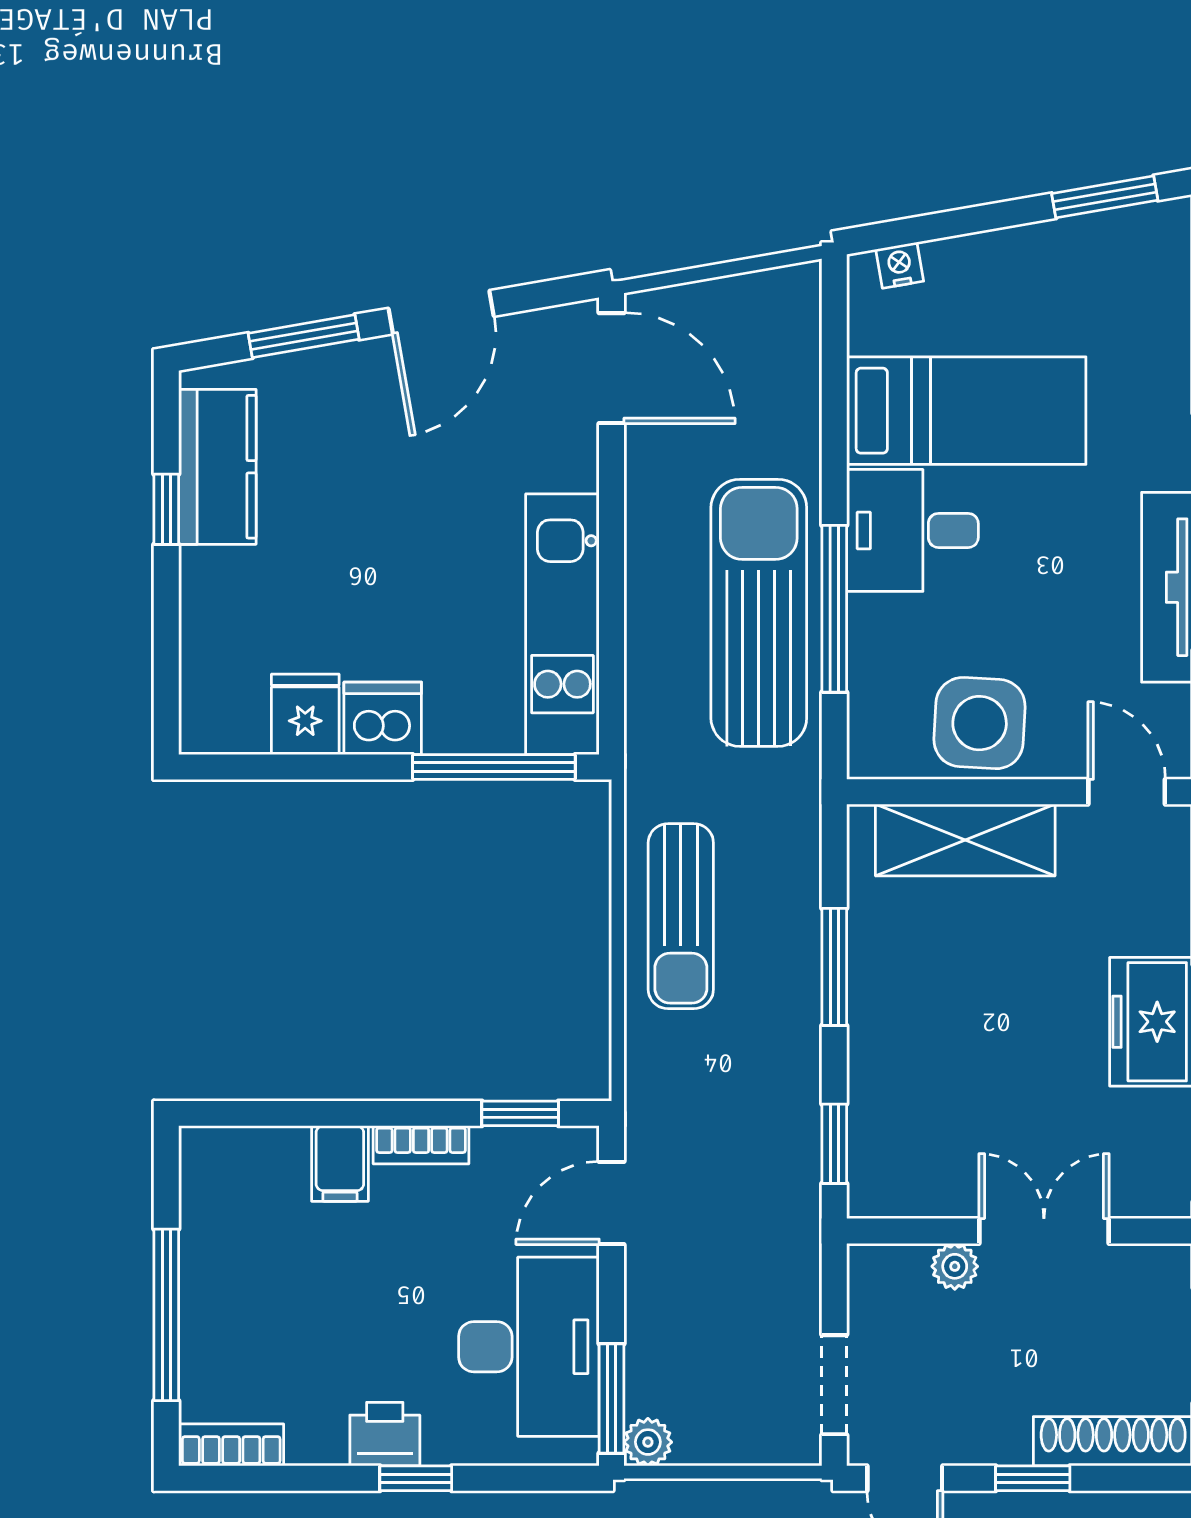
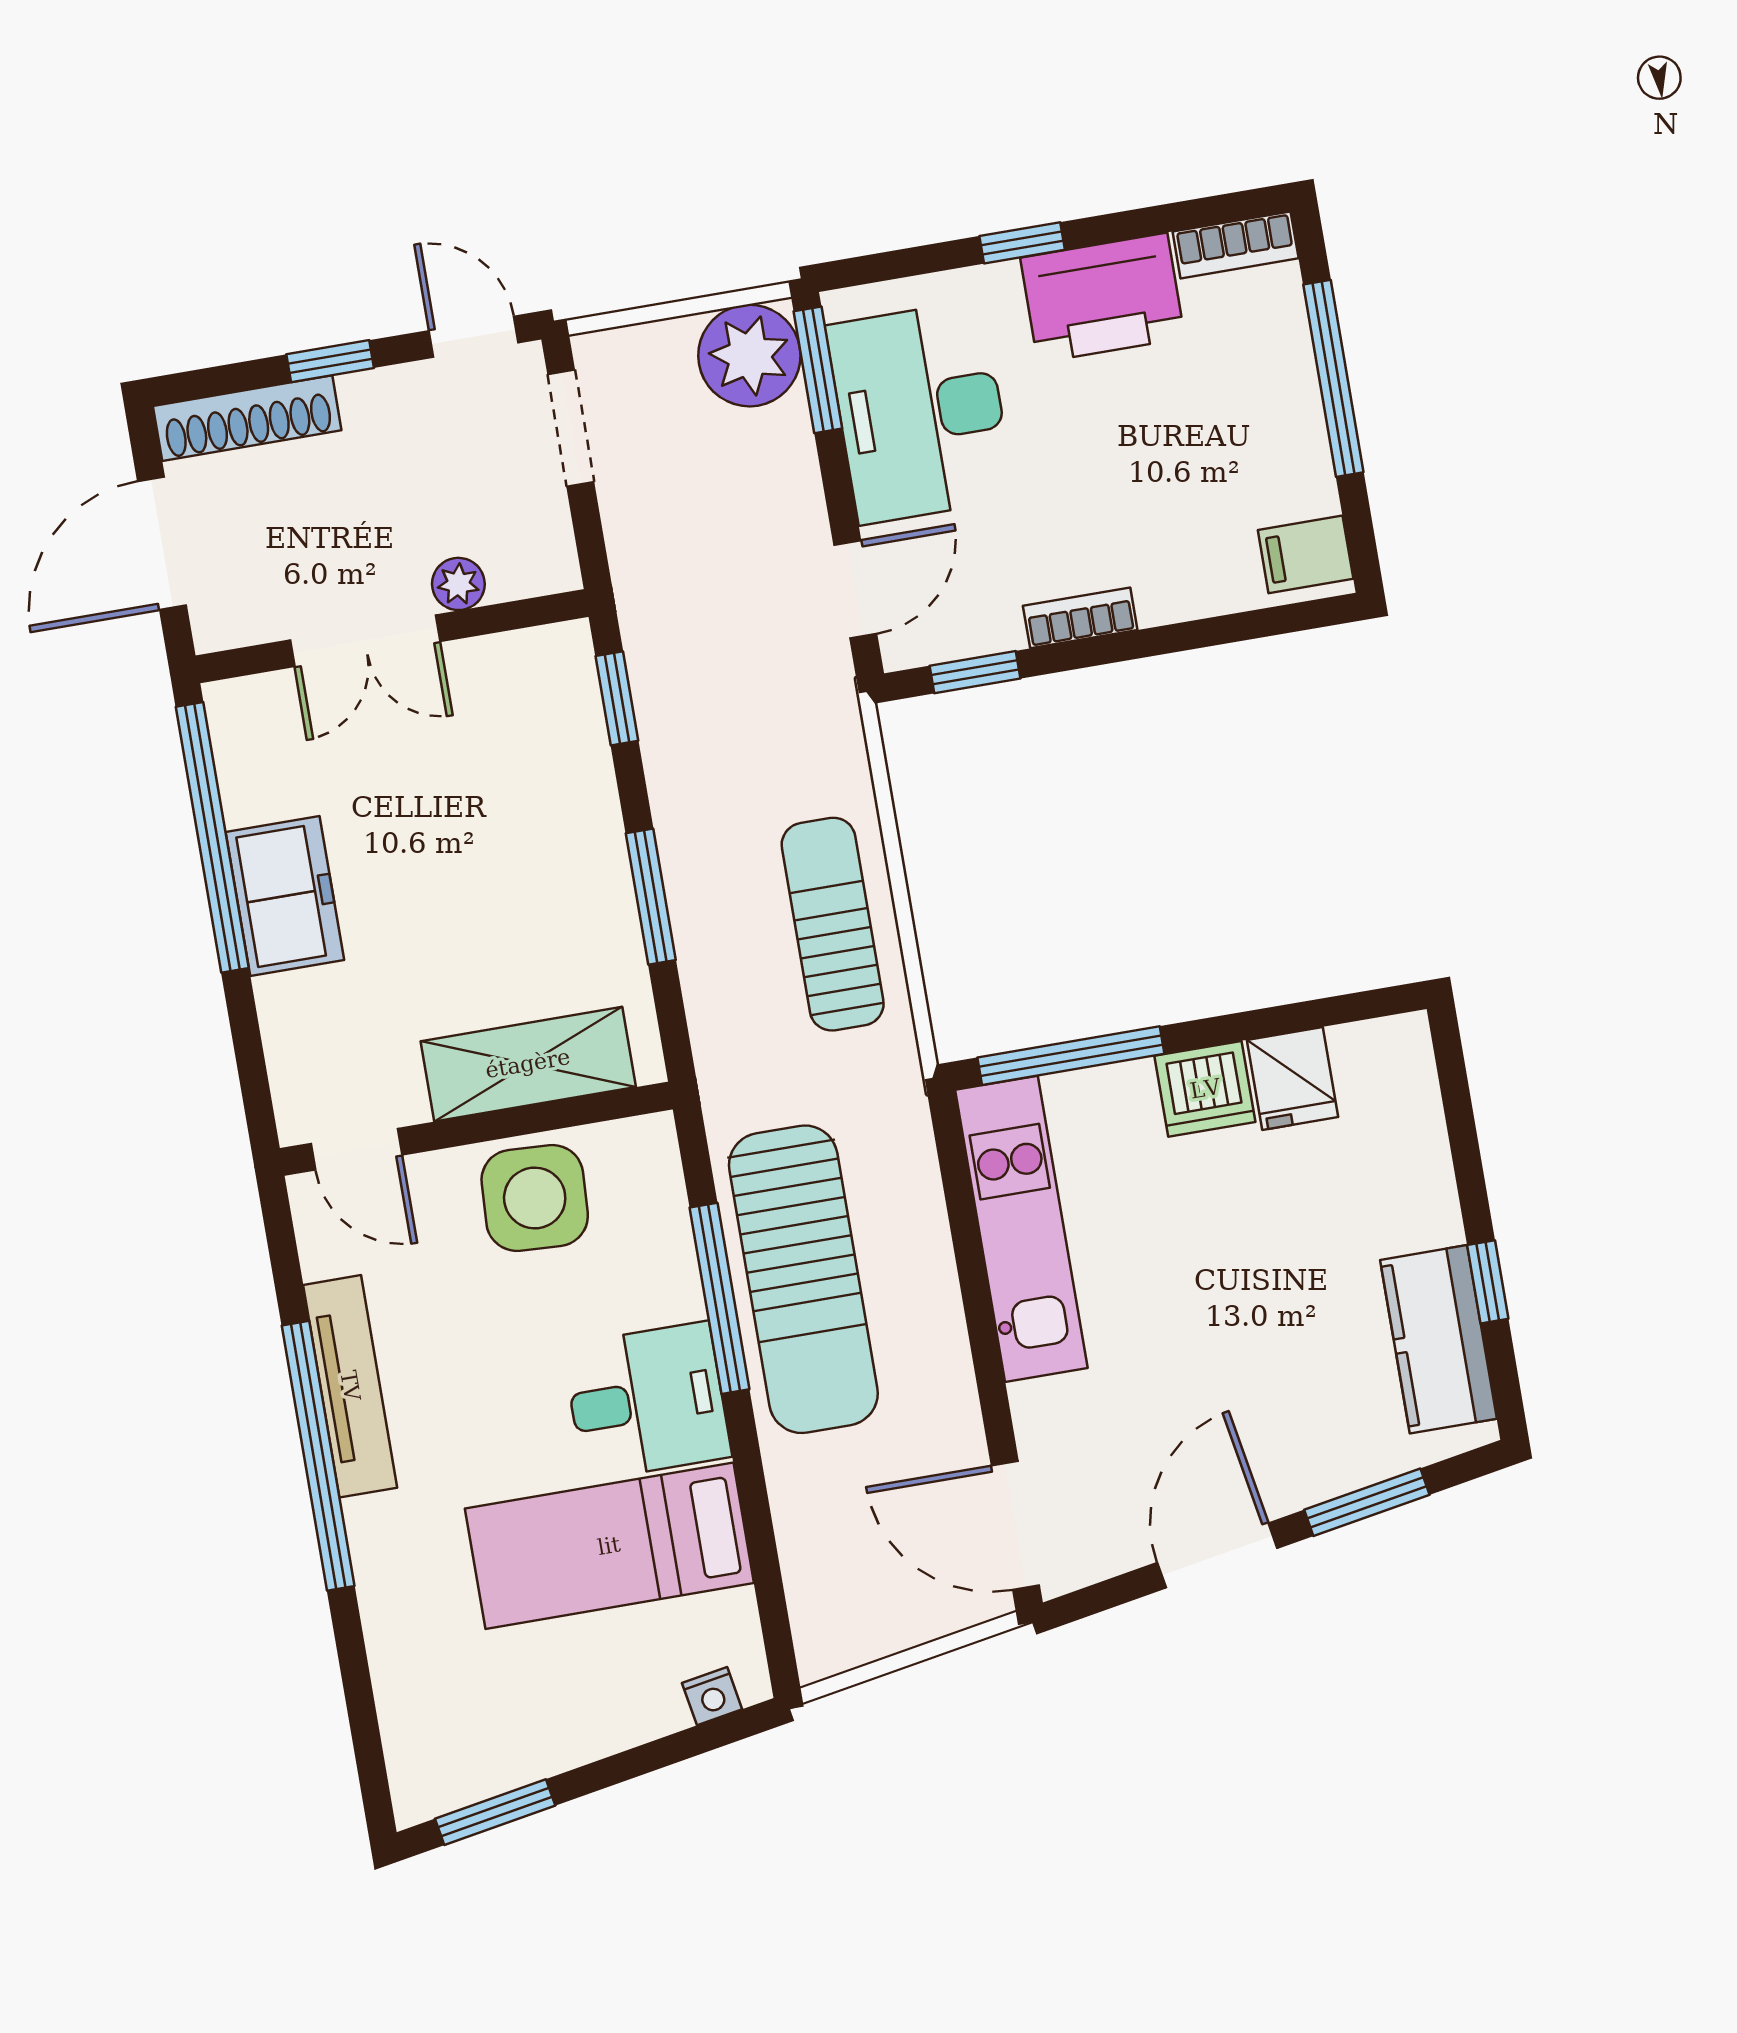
filing cabinet: (340, 1164) -> (1306, 554), moved, turned -90
printer: (385, 1434) -> (1103, 298), width x1.87, depth x1.48
plant: (648, 1442) -> (749, 356), width x1.87, depth x1.87

